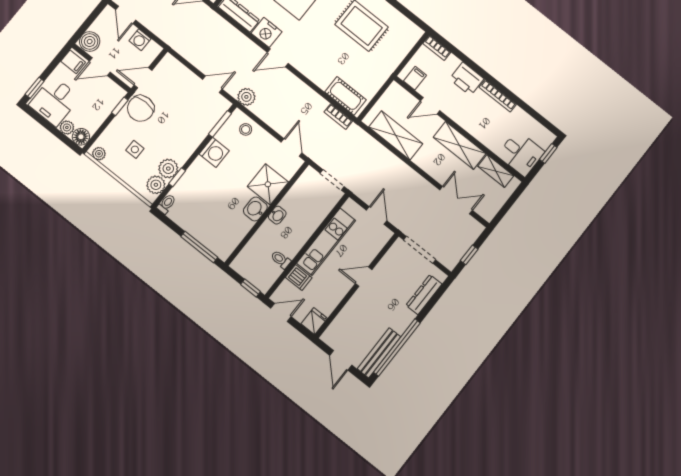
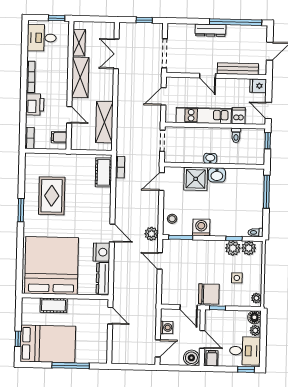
desk: (521, 153) -> (42, 38), moved, turned -90
window: (548, 153) -> (57, 18), moved
dresser: (424, 295) -> (210, 30), moved
bench: (379, 353) -> (238, 69), moved

